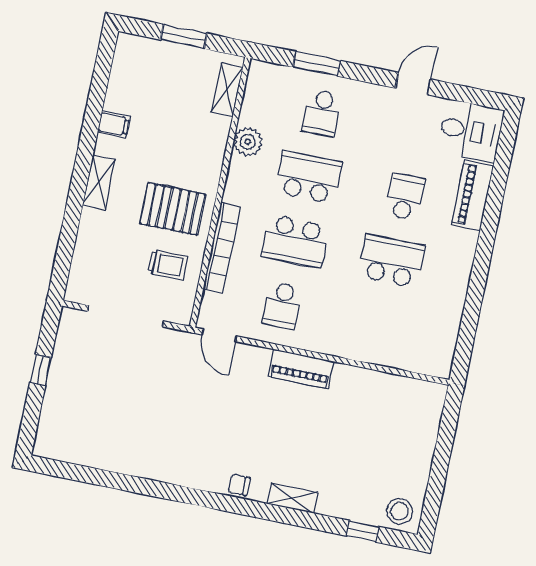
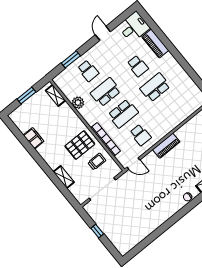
filing cabinet: (114, 124) -> (34, 138), width x2.00
shelving: (99, 182) -> (64, 177), moved
school desk: (405, 197) -> (138, 66), turned 180

